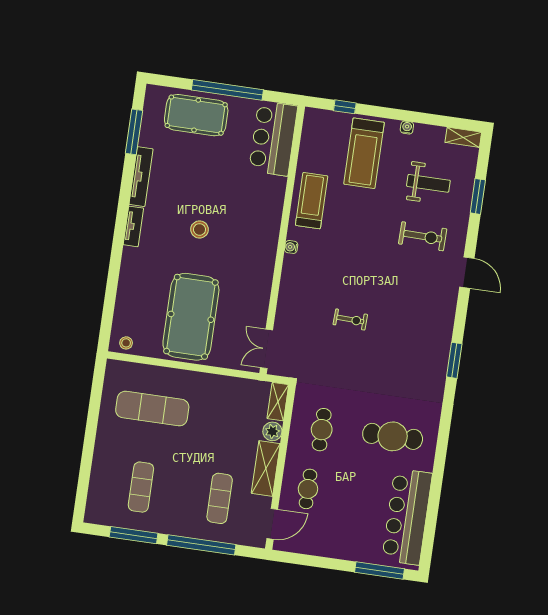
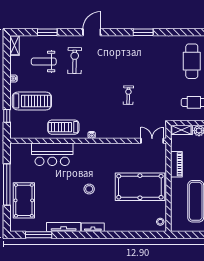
bar counter: (273, 138) -> (52, 154), moved
weight bench: (428, 183) -> (44, 62), turned -90
double door: (267, 349) -> (152, 141), swing flipped
piano: (220, 385) -> (176, 164), added

